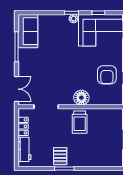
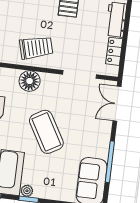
coffee table: (65, 63) -> (46, 132), added
trolley: (80, 122) -> (36, 48), turned 75

